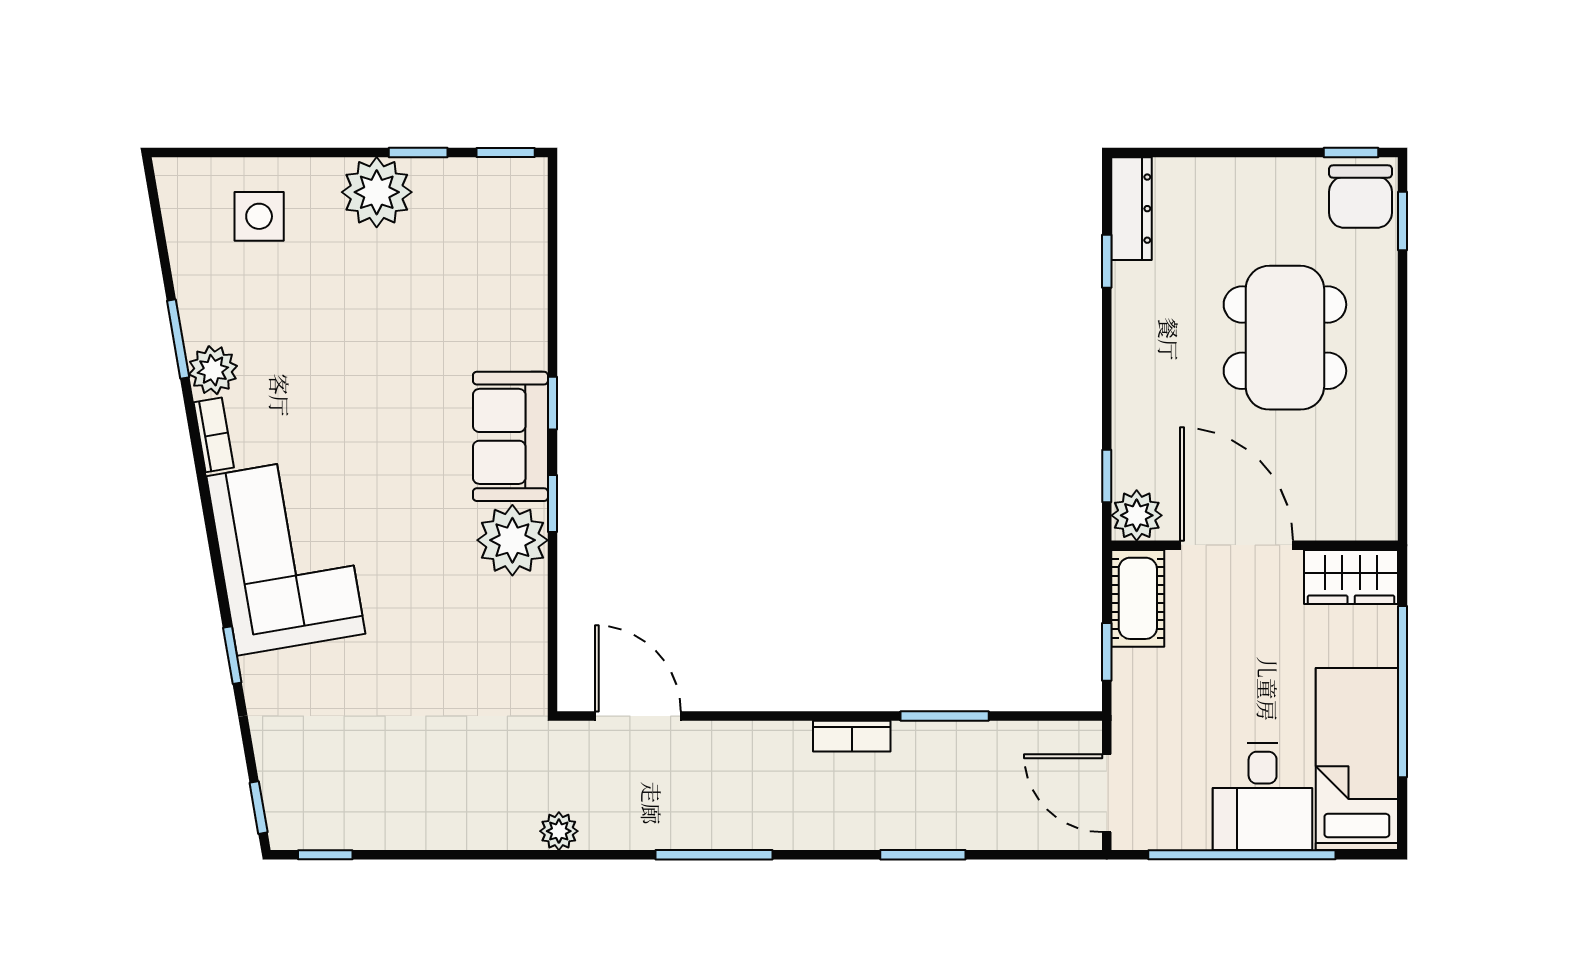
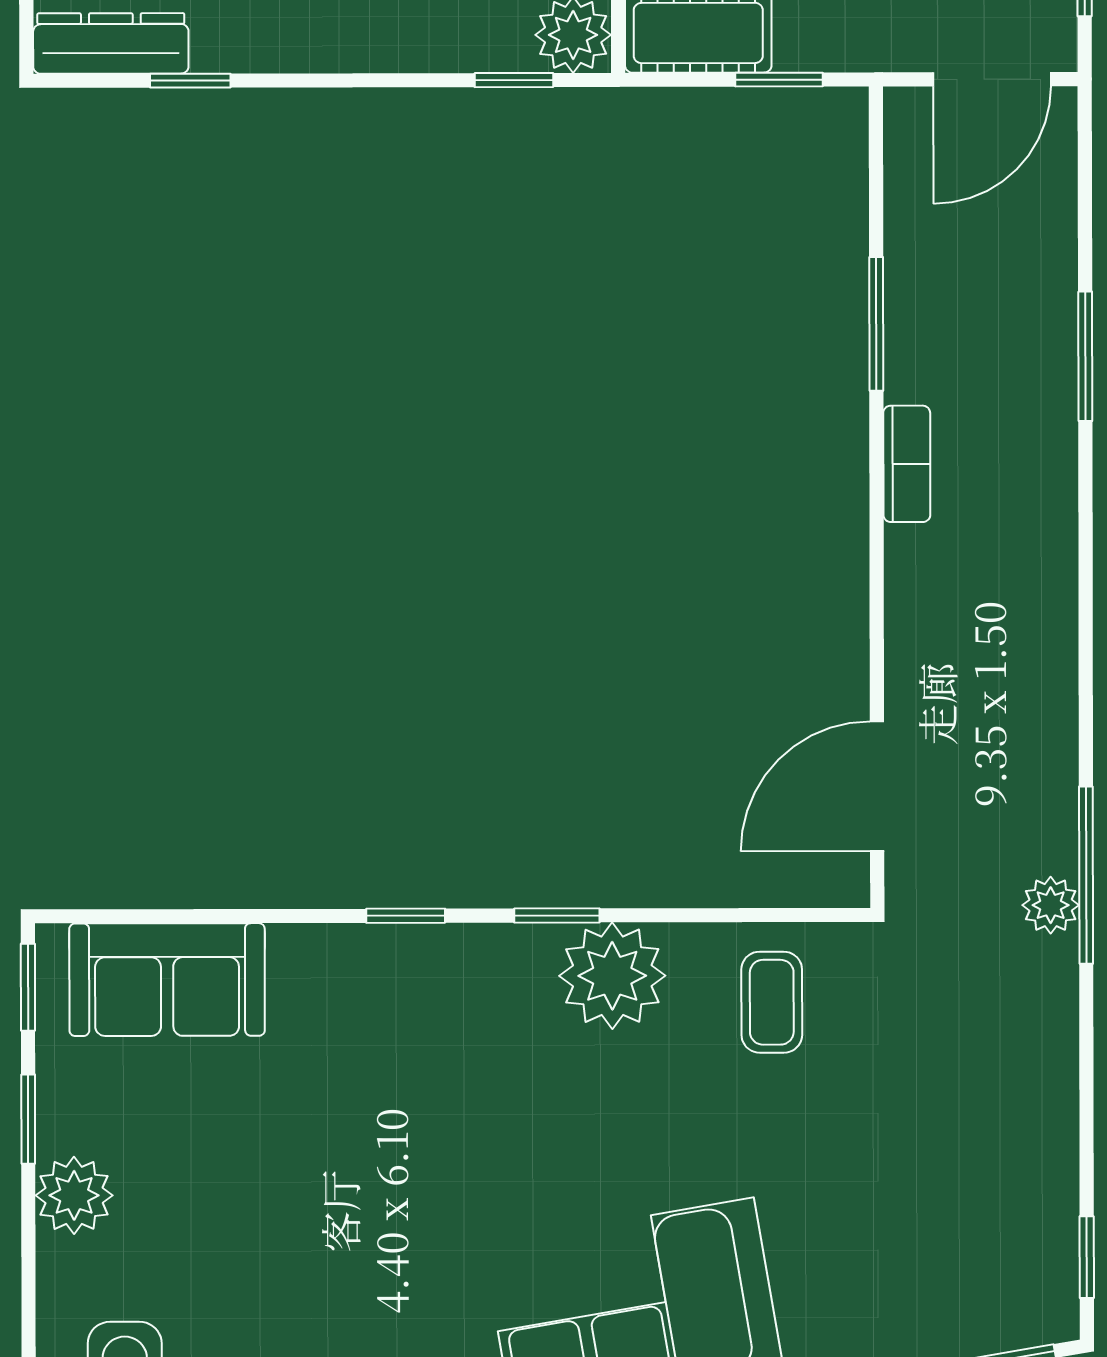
plant: (377, 192) -> (74, 1195), width x0.73, depth x0.73
sofa: (510, 436) -> (167, 980), moved
coffee table: (495, 646) -> (772, 1002), added
window: (714, 855) -> (1086, 875), moved

